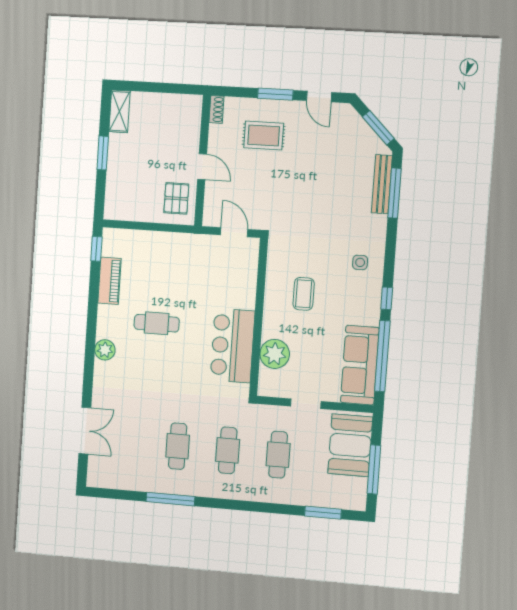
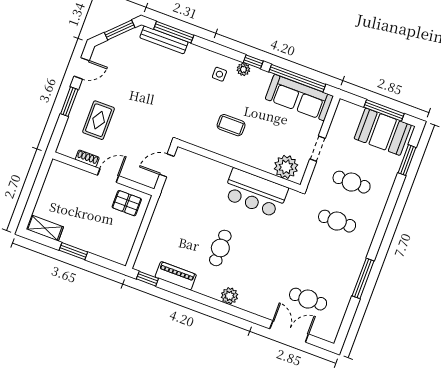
shoe rack: (216, 109) -> (87, 159), moved
plant: (374, 289) -> (243, 69), added
plant: (275, 354) -> (286, 167), moved
booth: (350, 445) -> (383, 132), moved
cafe table: (178, 446) -> (308, 299), moved

